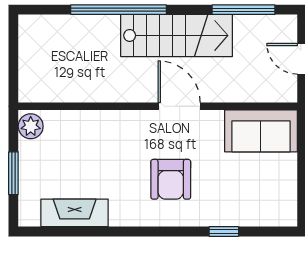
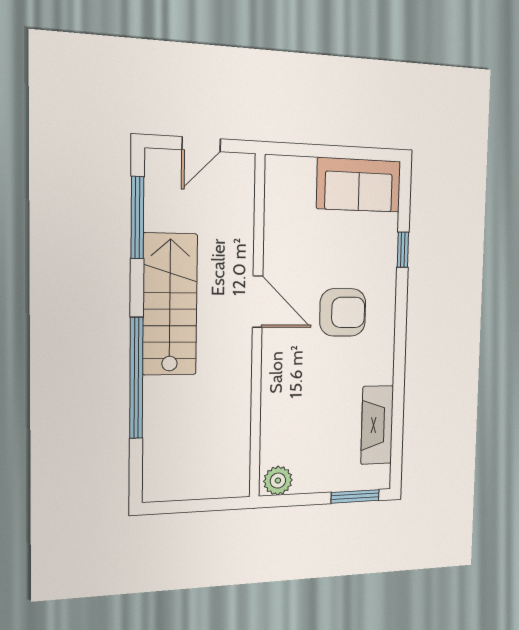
door: (179, 106) -> (258, 302), swing flipped
sofa: (261, 131) -> (359, 185), moved, turned 90
window: (13, 173) -> (355, 496), moved

